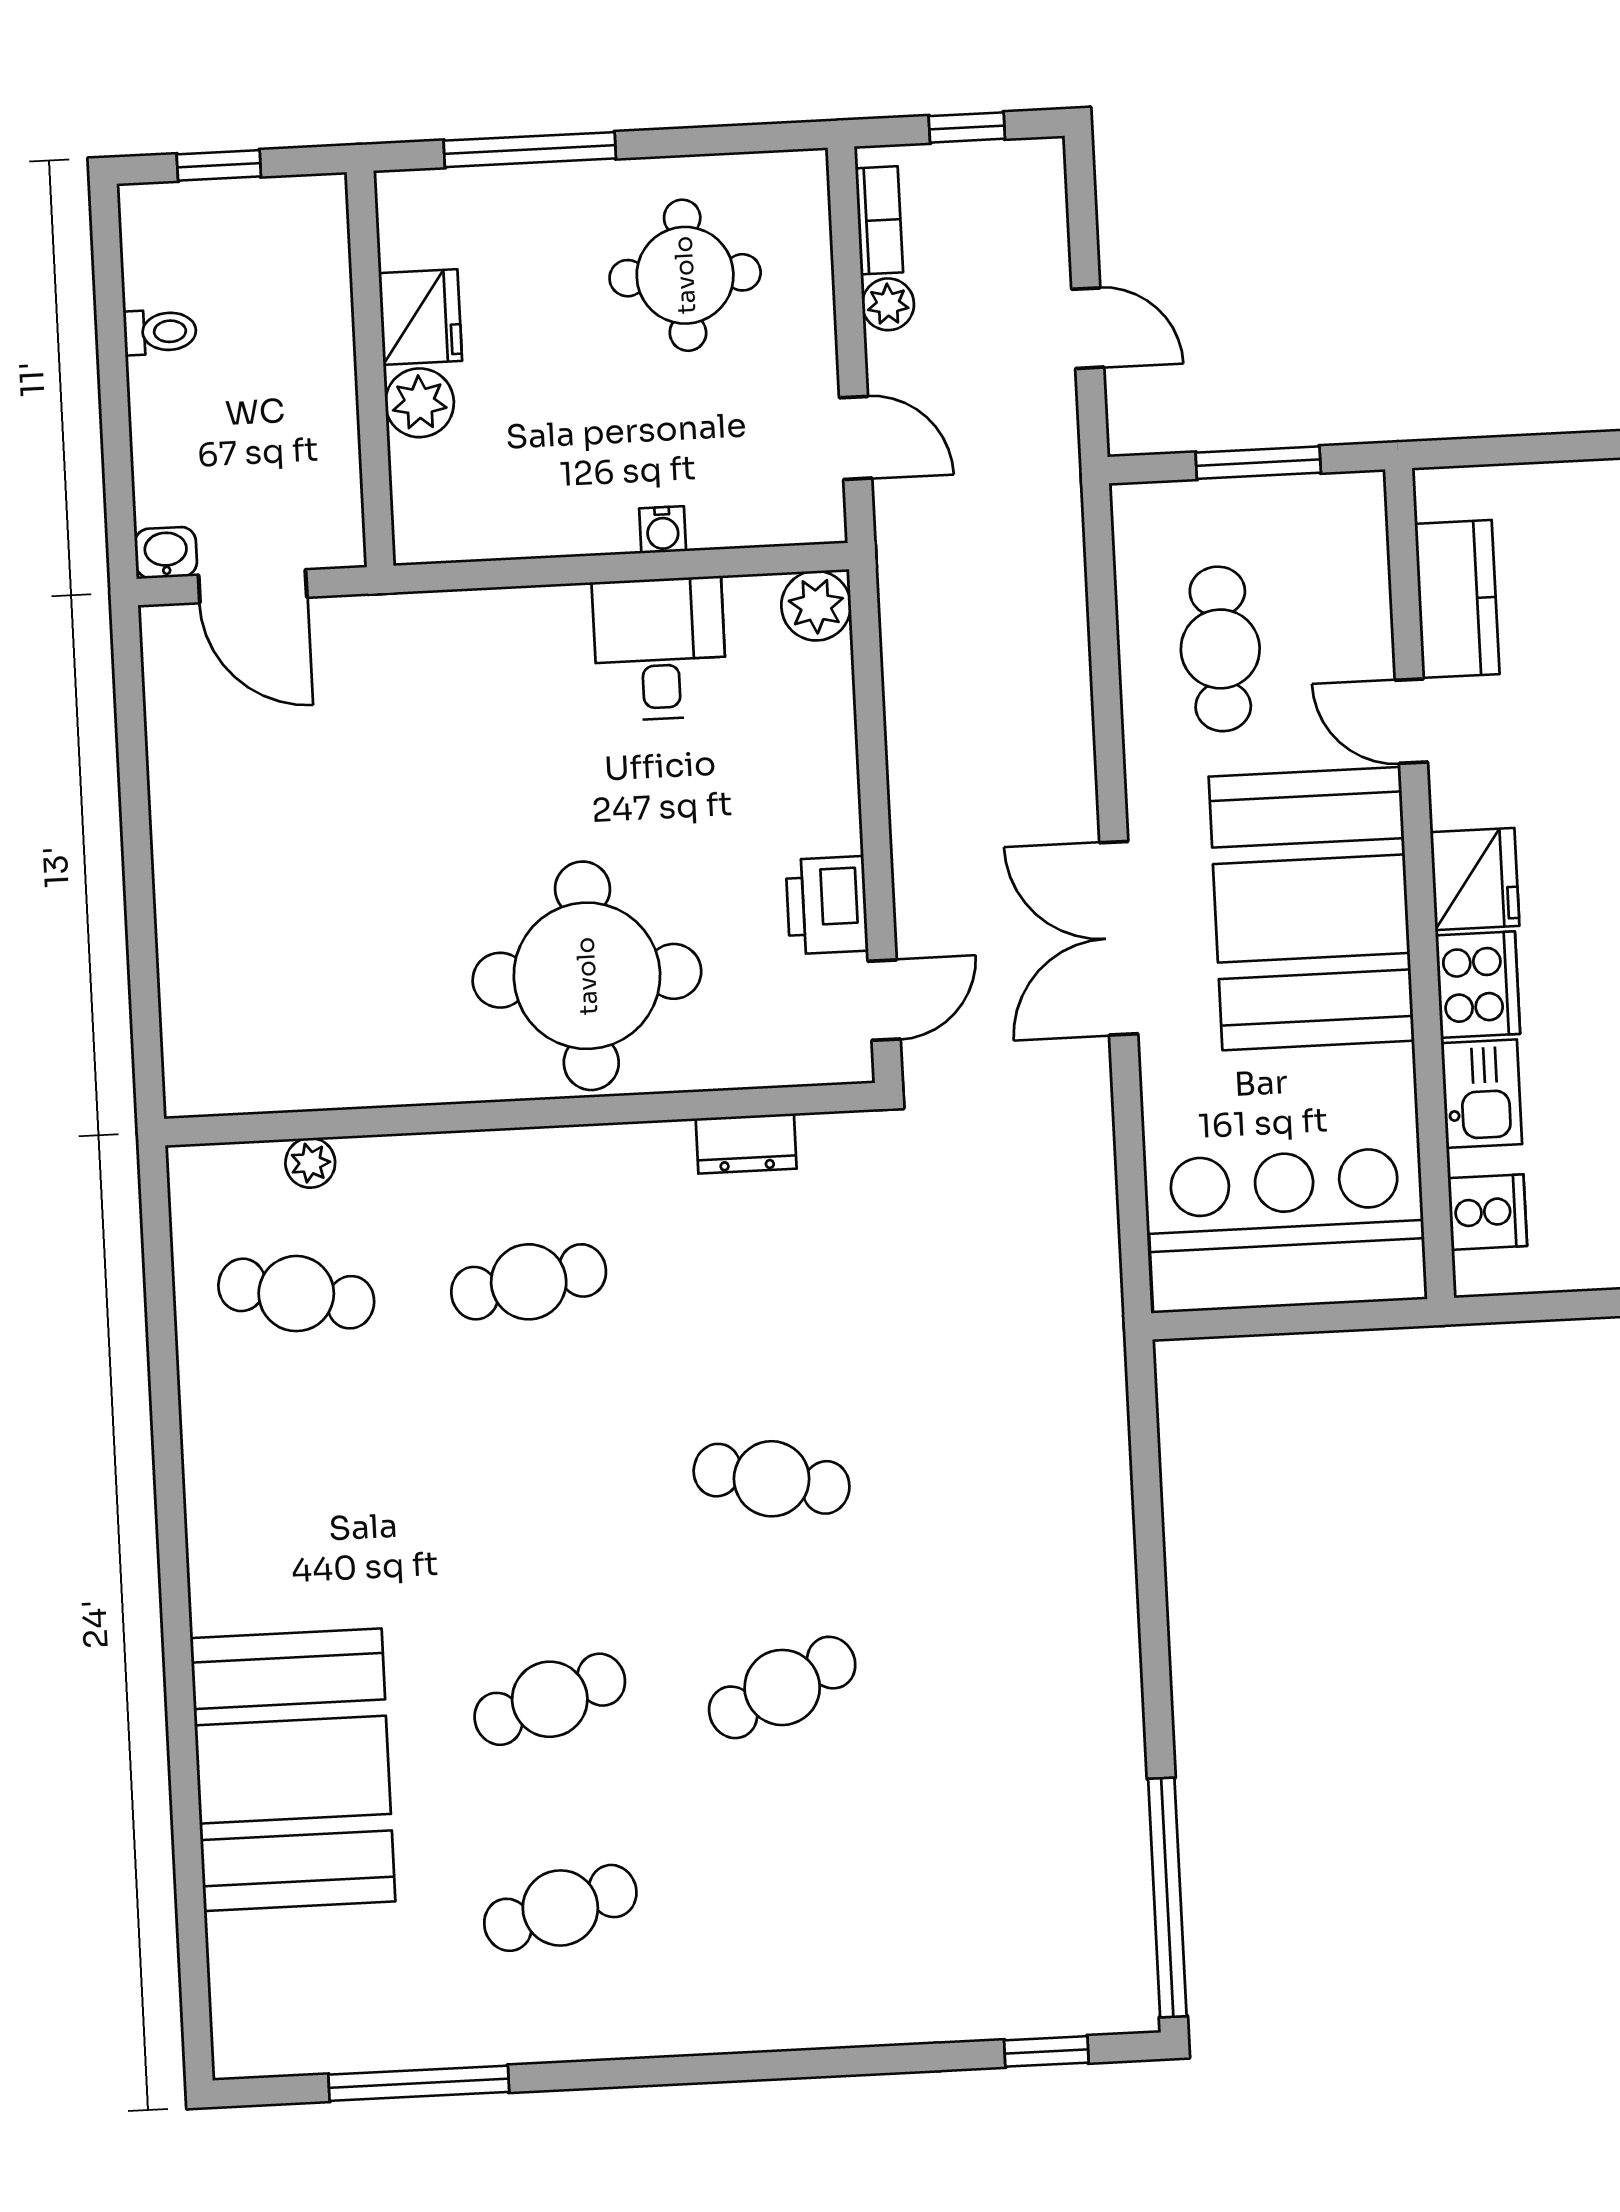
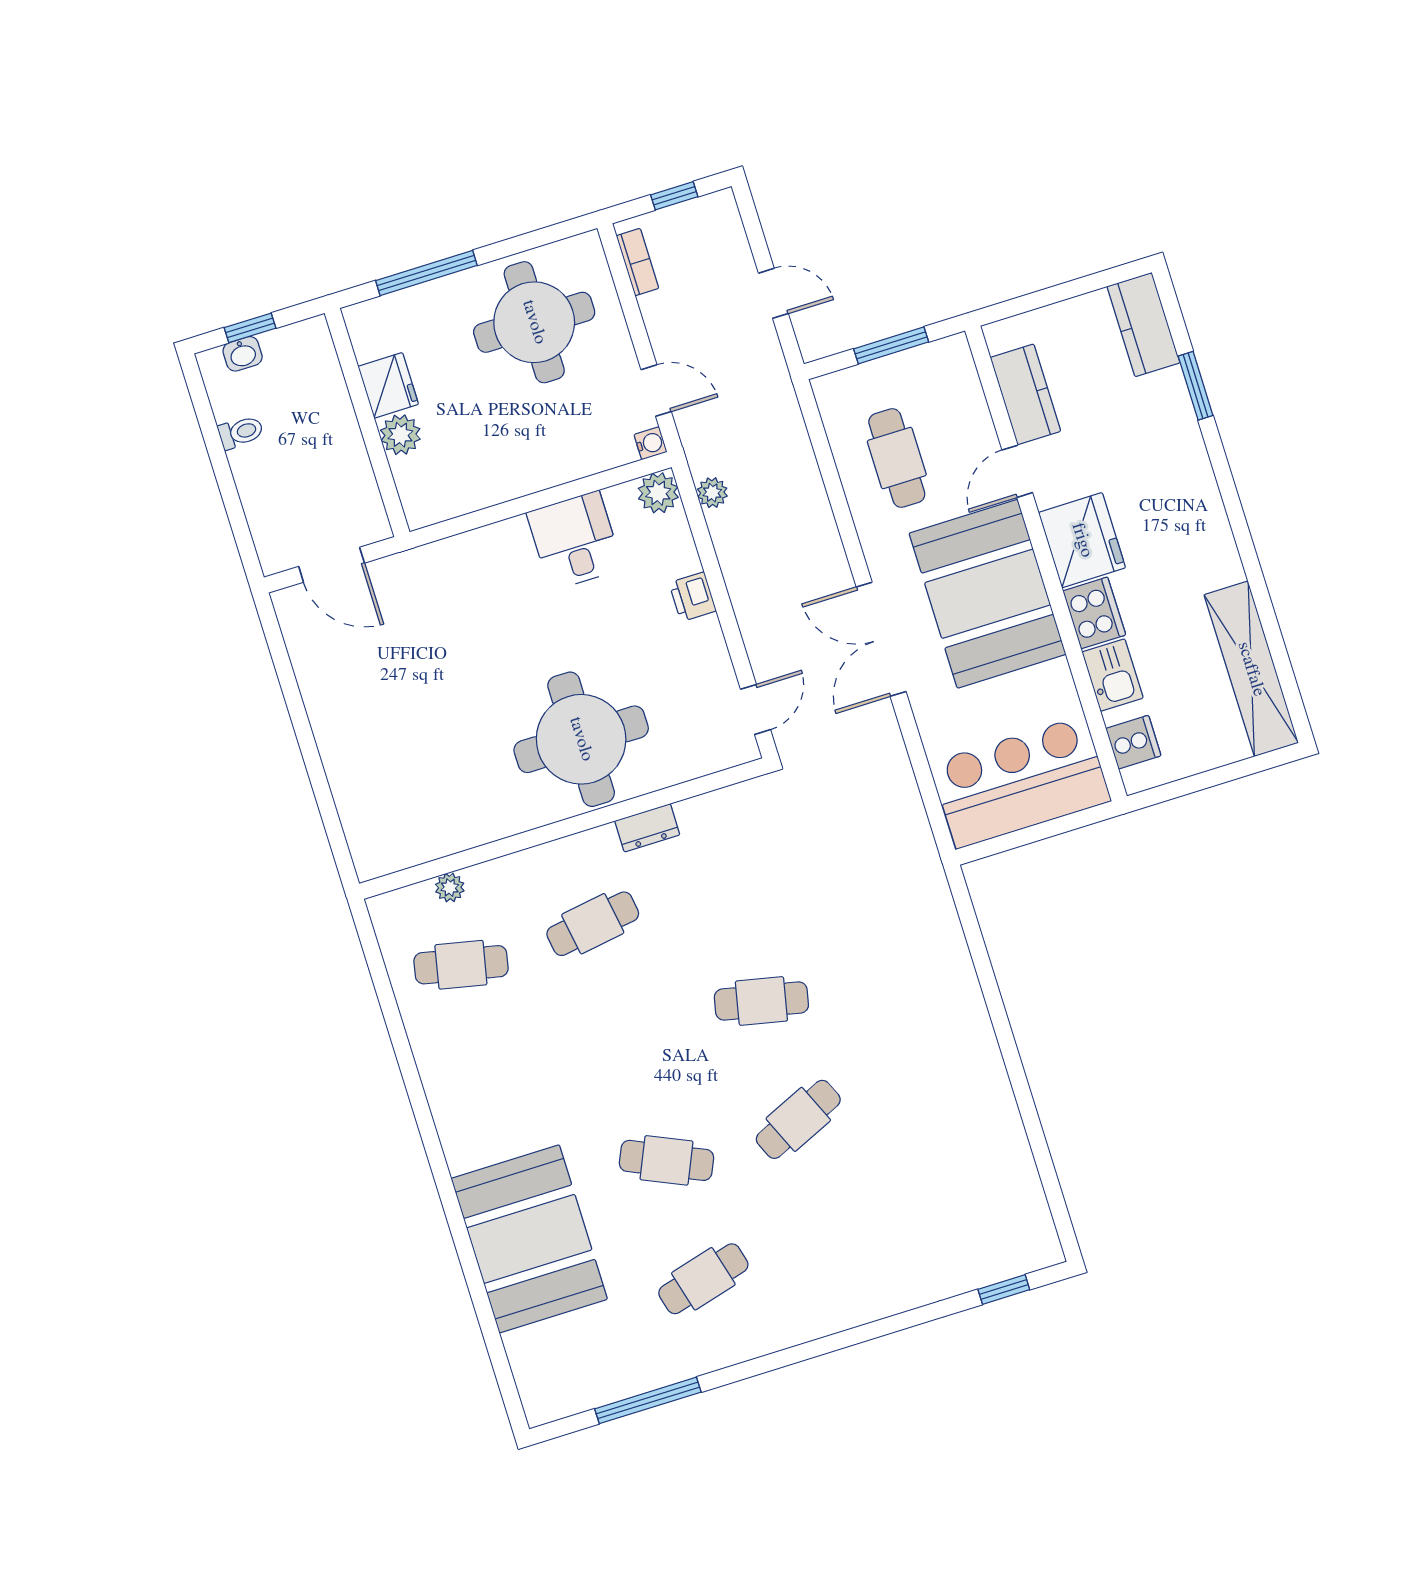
round table: (685, 275) -> (534, 322), width x1.36, depth x1.36
plant: (888, 304) -> (712, 493), moved
water cooler: (663, 530) -> (650, 443), moved, turned -90
washbasin: (166, 553) -> (243, 354), moved, turned 180
door: (1411, 721) -> (1017, 471), hinge flipped
fridge: (1475, 879) -> (1082, 540), width x1.36, depth x1.34
printer: (827, 905) -> (693, 597), moved, width x0.73, depth x0.81
dresser: (746, 1144) -> (647, 828), moved
cafe table: (550, 1699) -> (666, 1160), turned 42
window: (1167, 1898) -> (1051, 1183), removed

